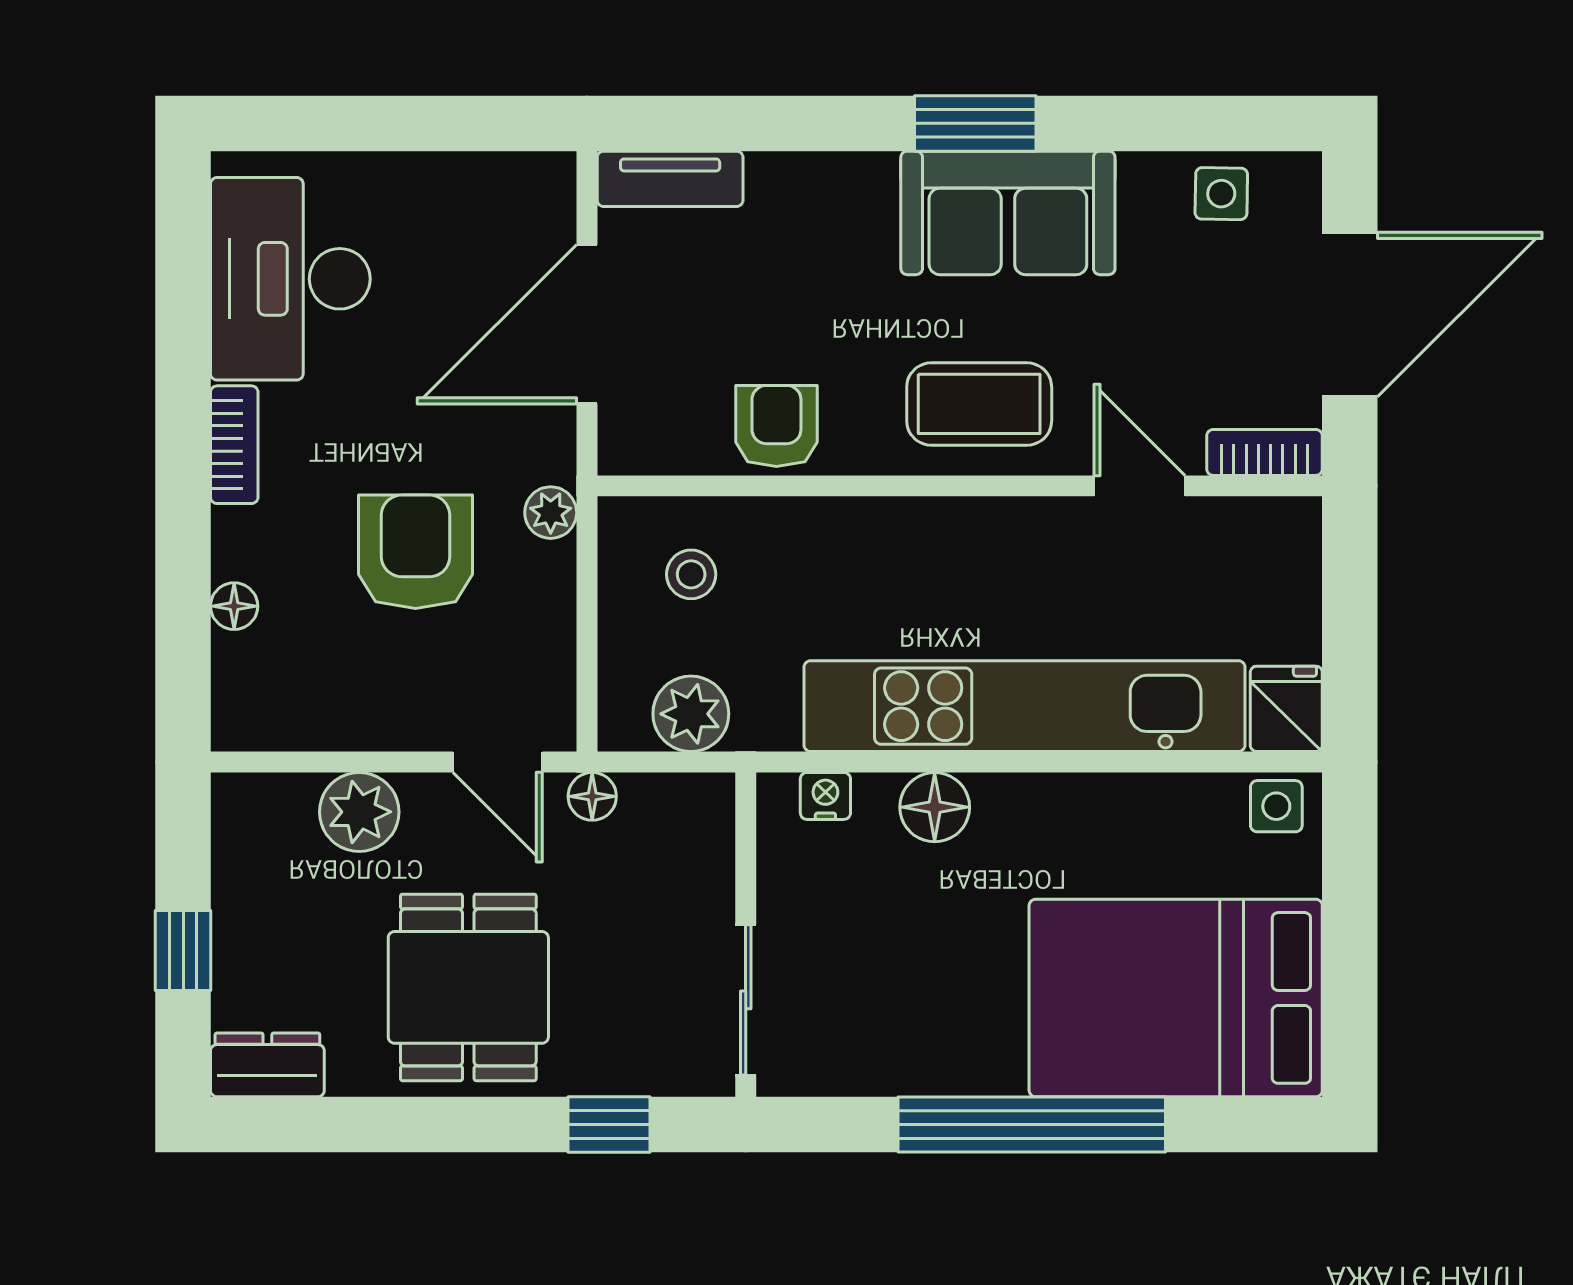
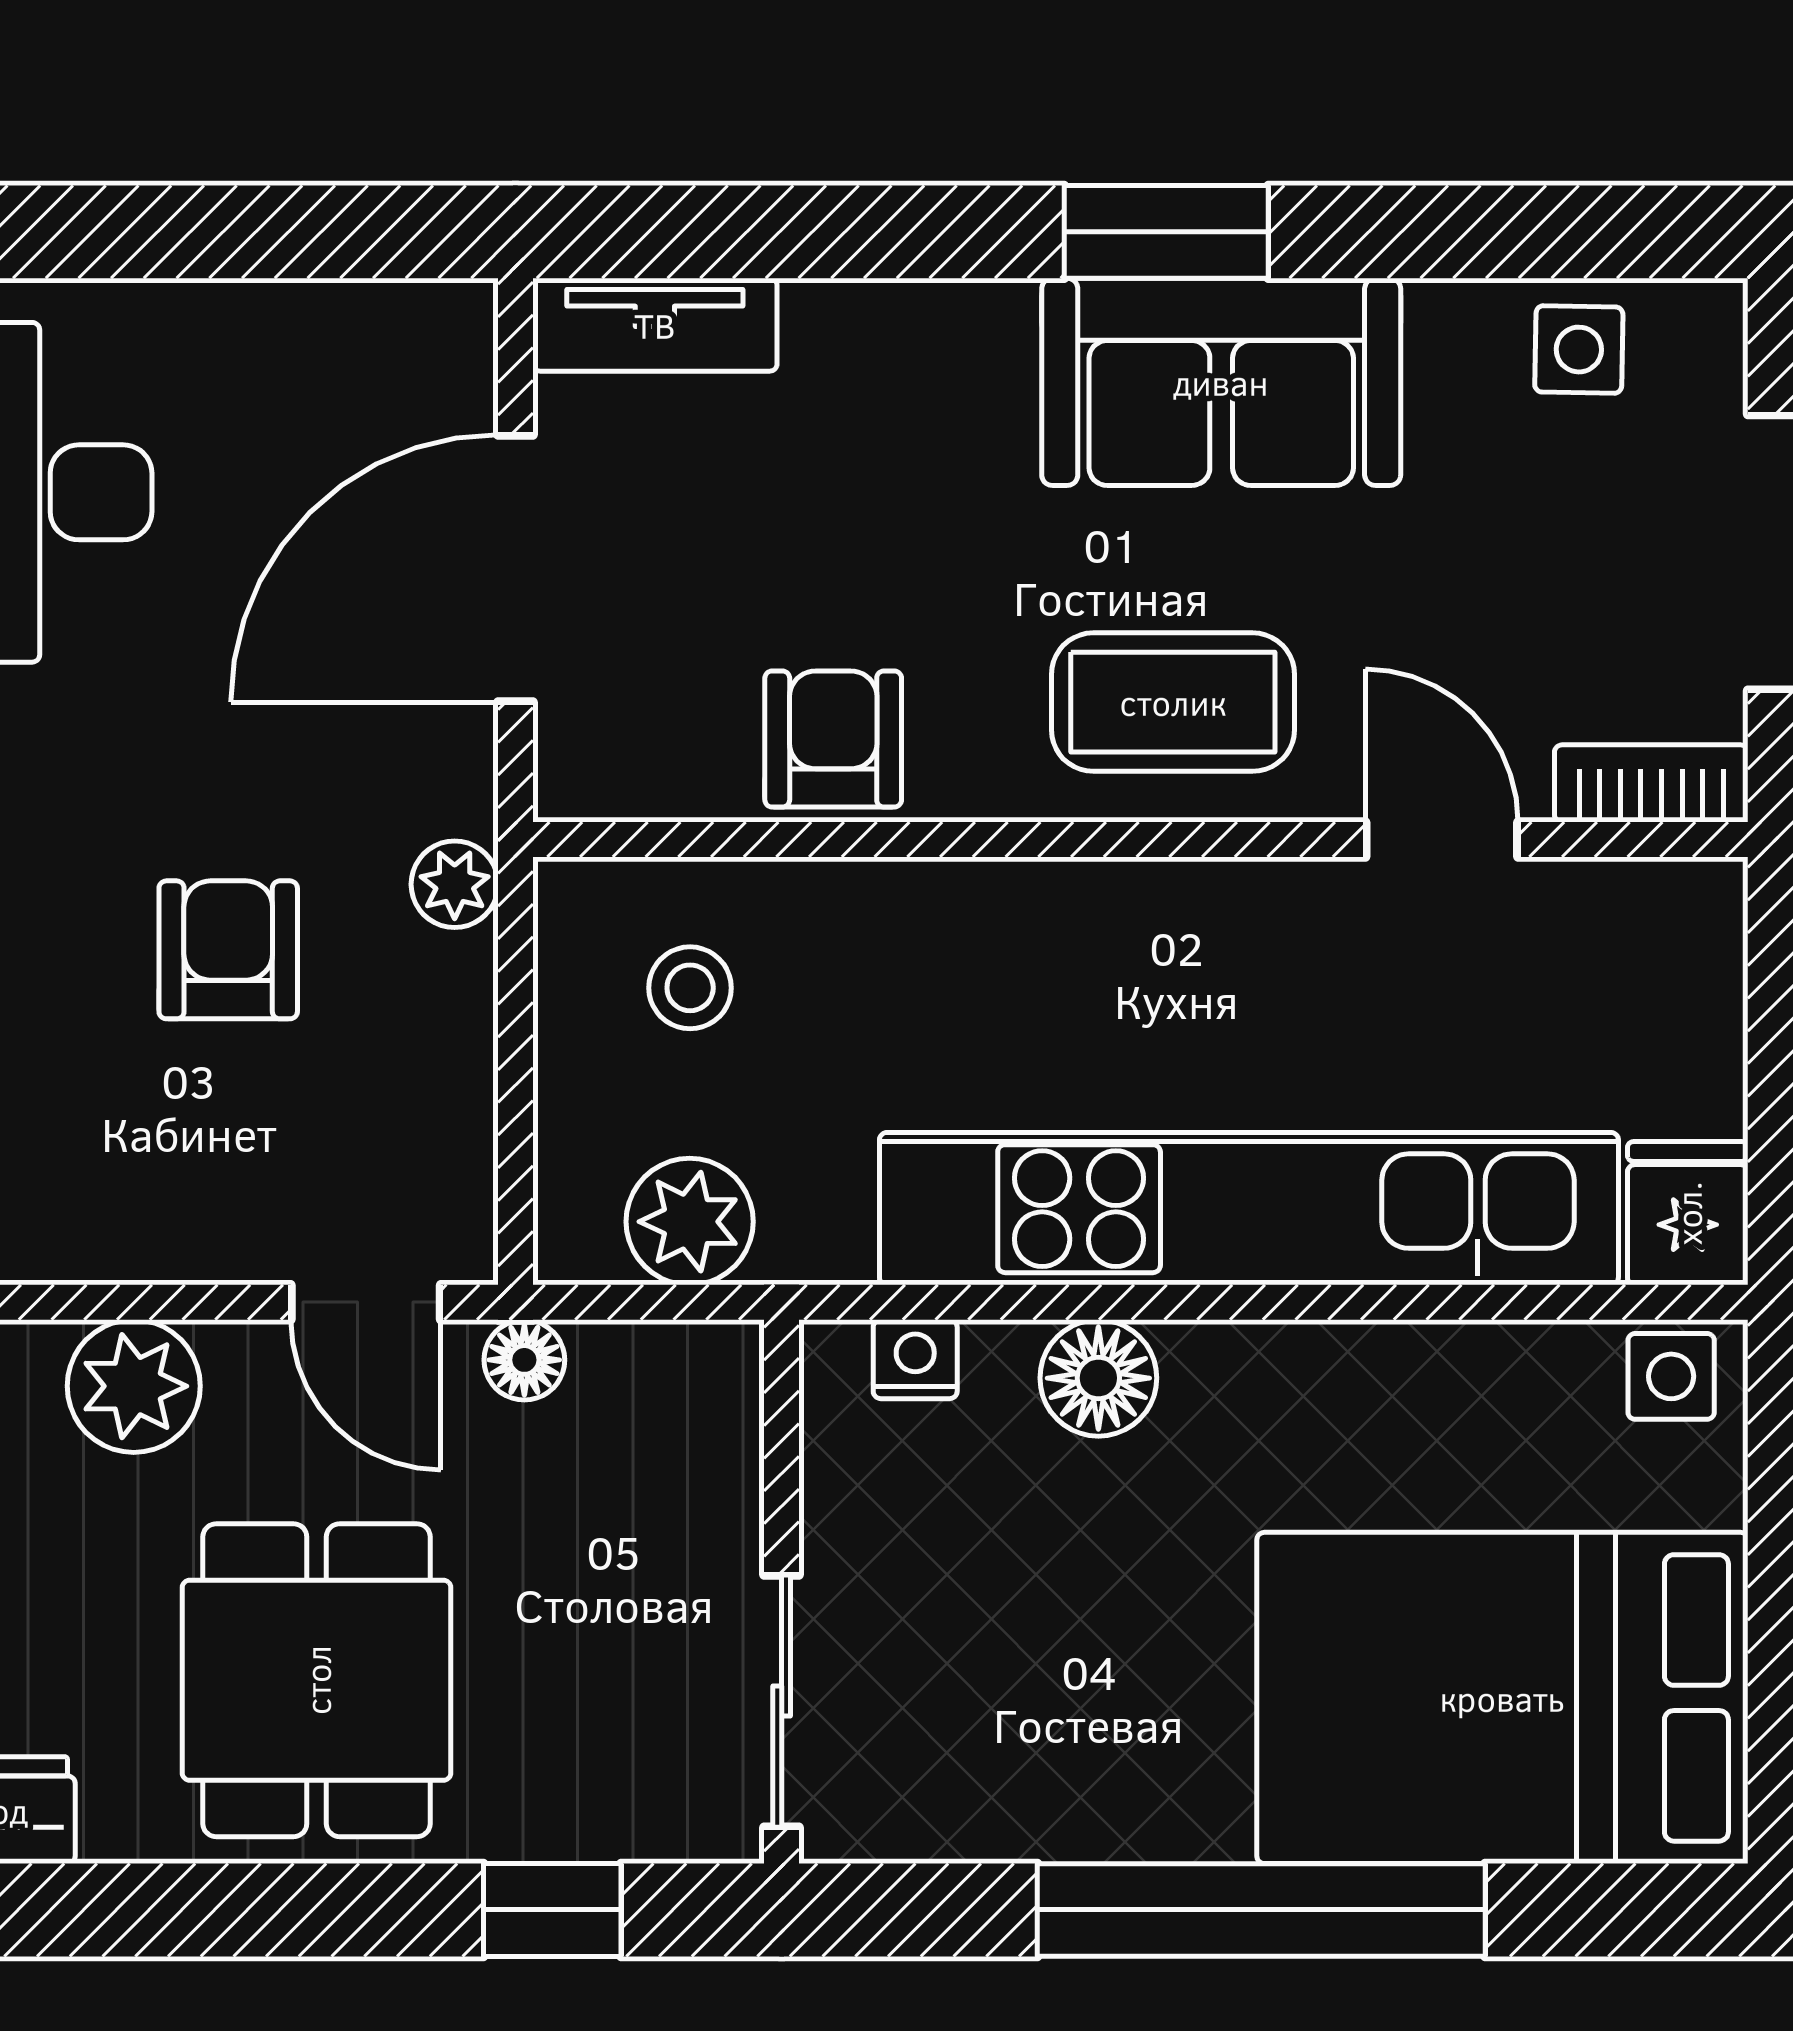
armchair: (416, 552) -> (228, 950), width x0.72, depth x0.72

